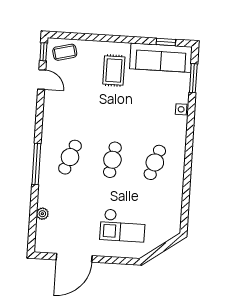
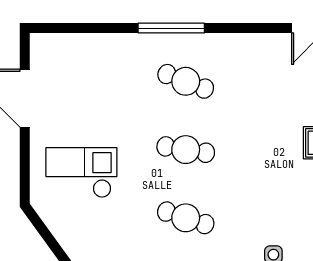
plant: (42, 214) -> (92, 43), removed
checkout: (123, 225) -> (81, 173), turned 90

